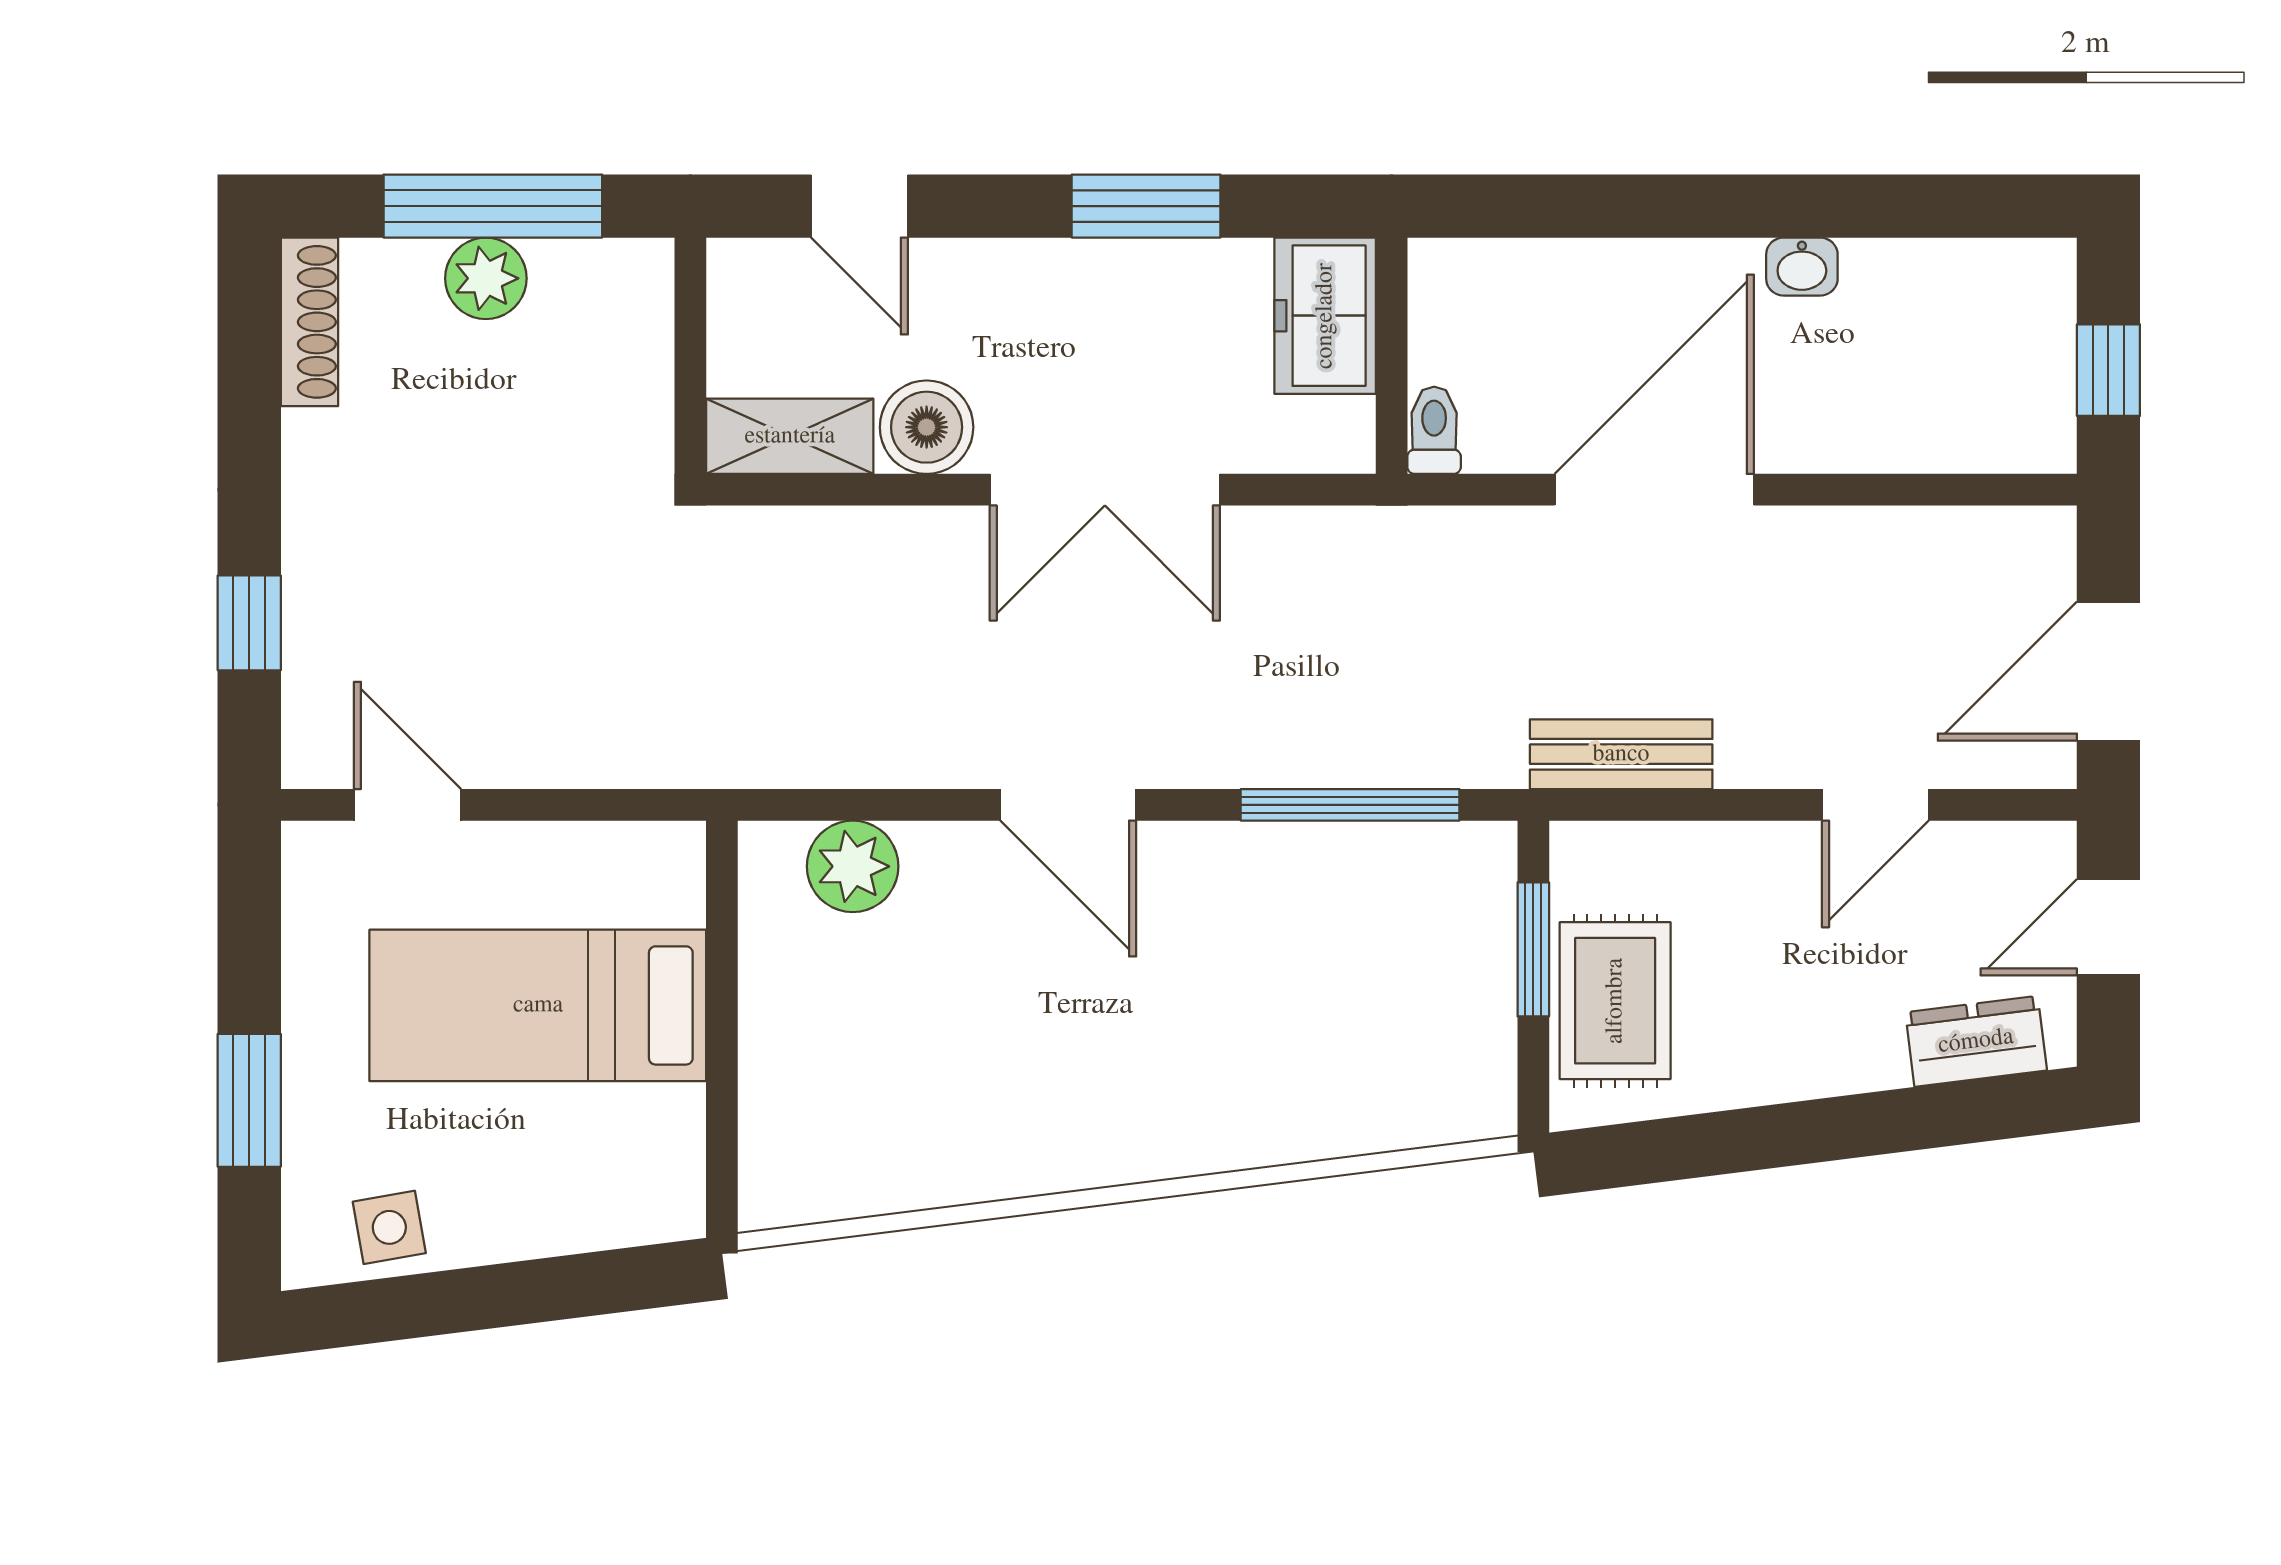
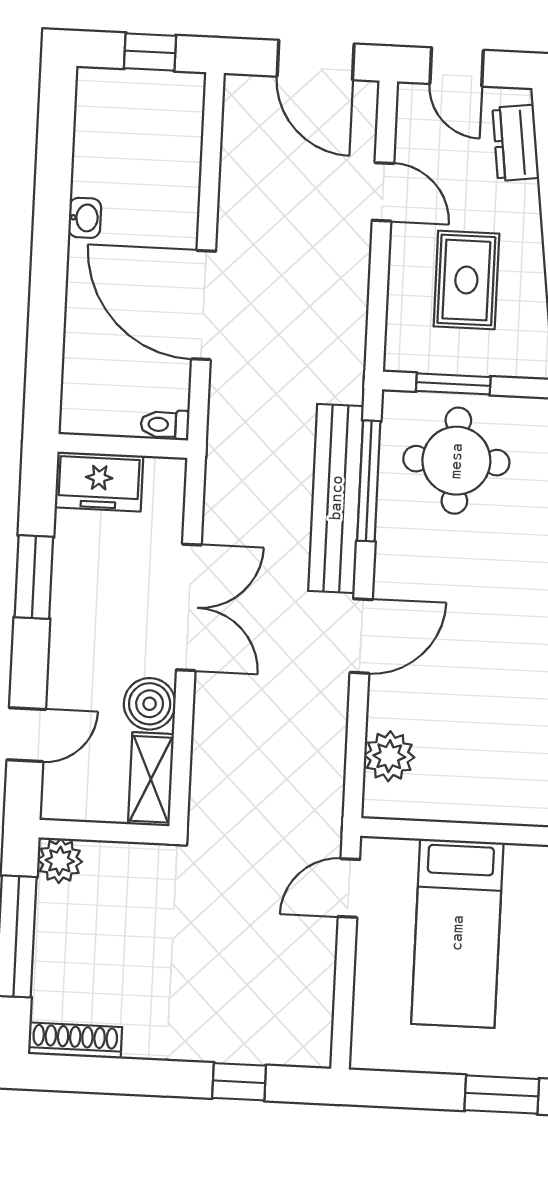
plant: (486, 278) -> (60, 861), moved
bench: (1621, 754) -> (336, 498), moved, width x1.86, depth x1.21
door: (408, 805) -> (349, 888), moved
round table: (1395, 962) -> (456, 461), added
rug: (1615, 1001) -> (466, 280), moved, turned 90

